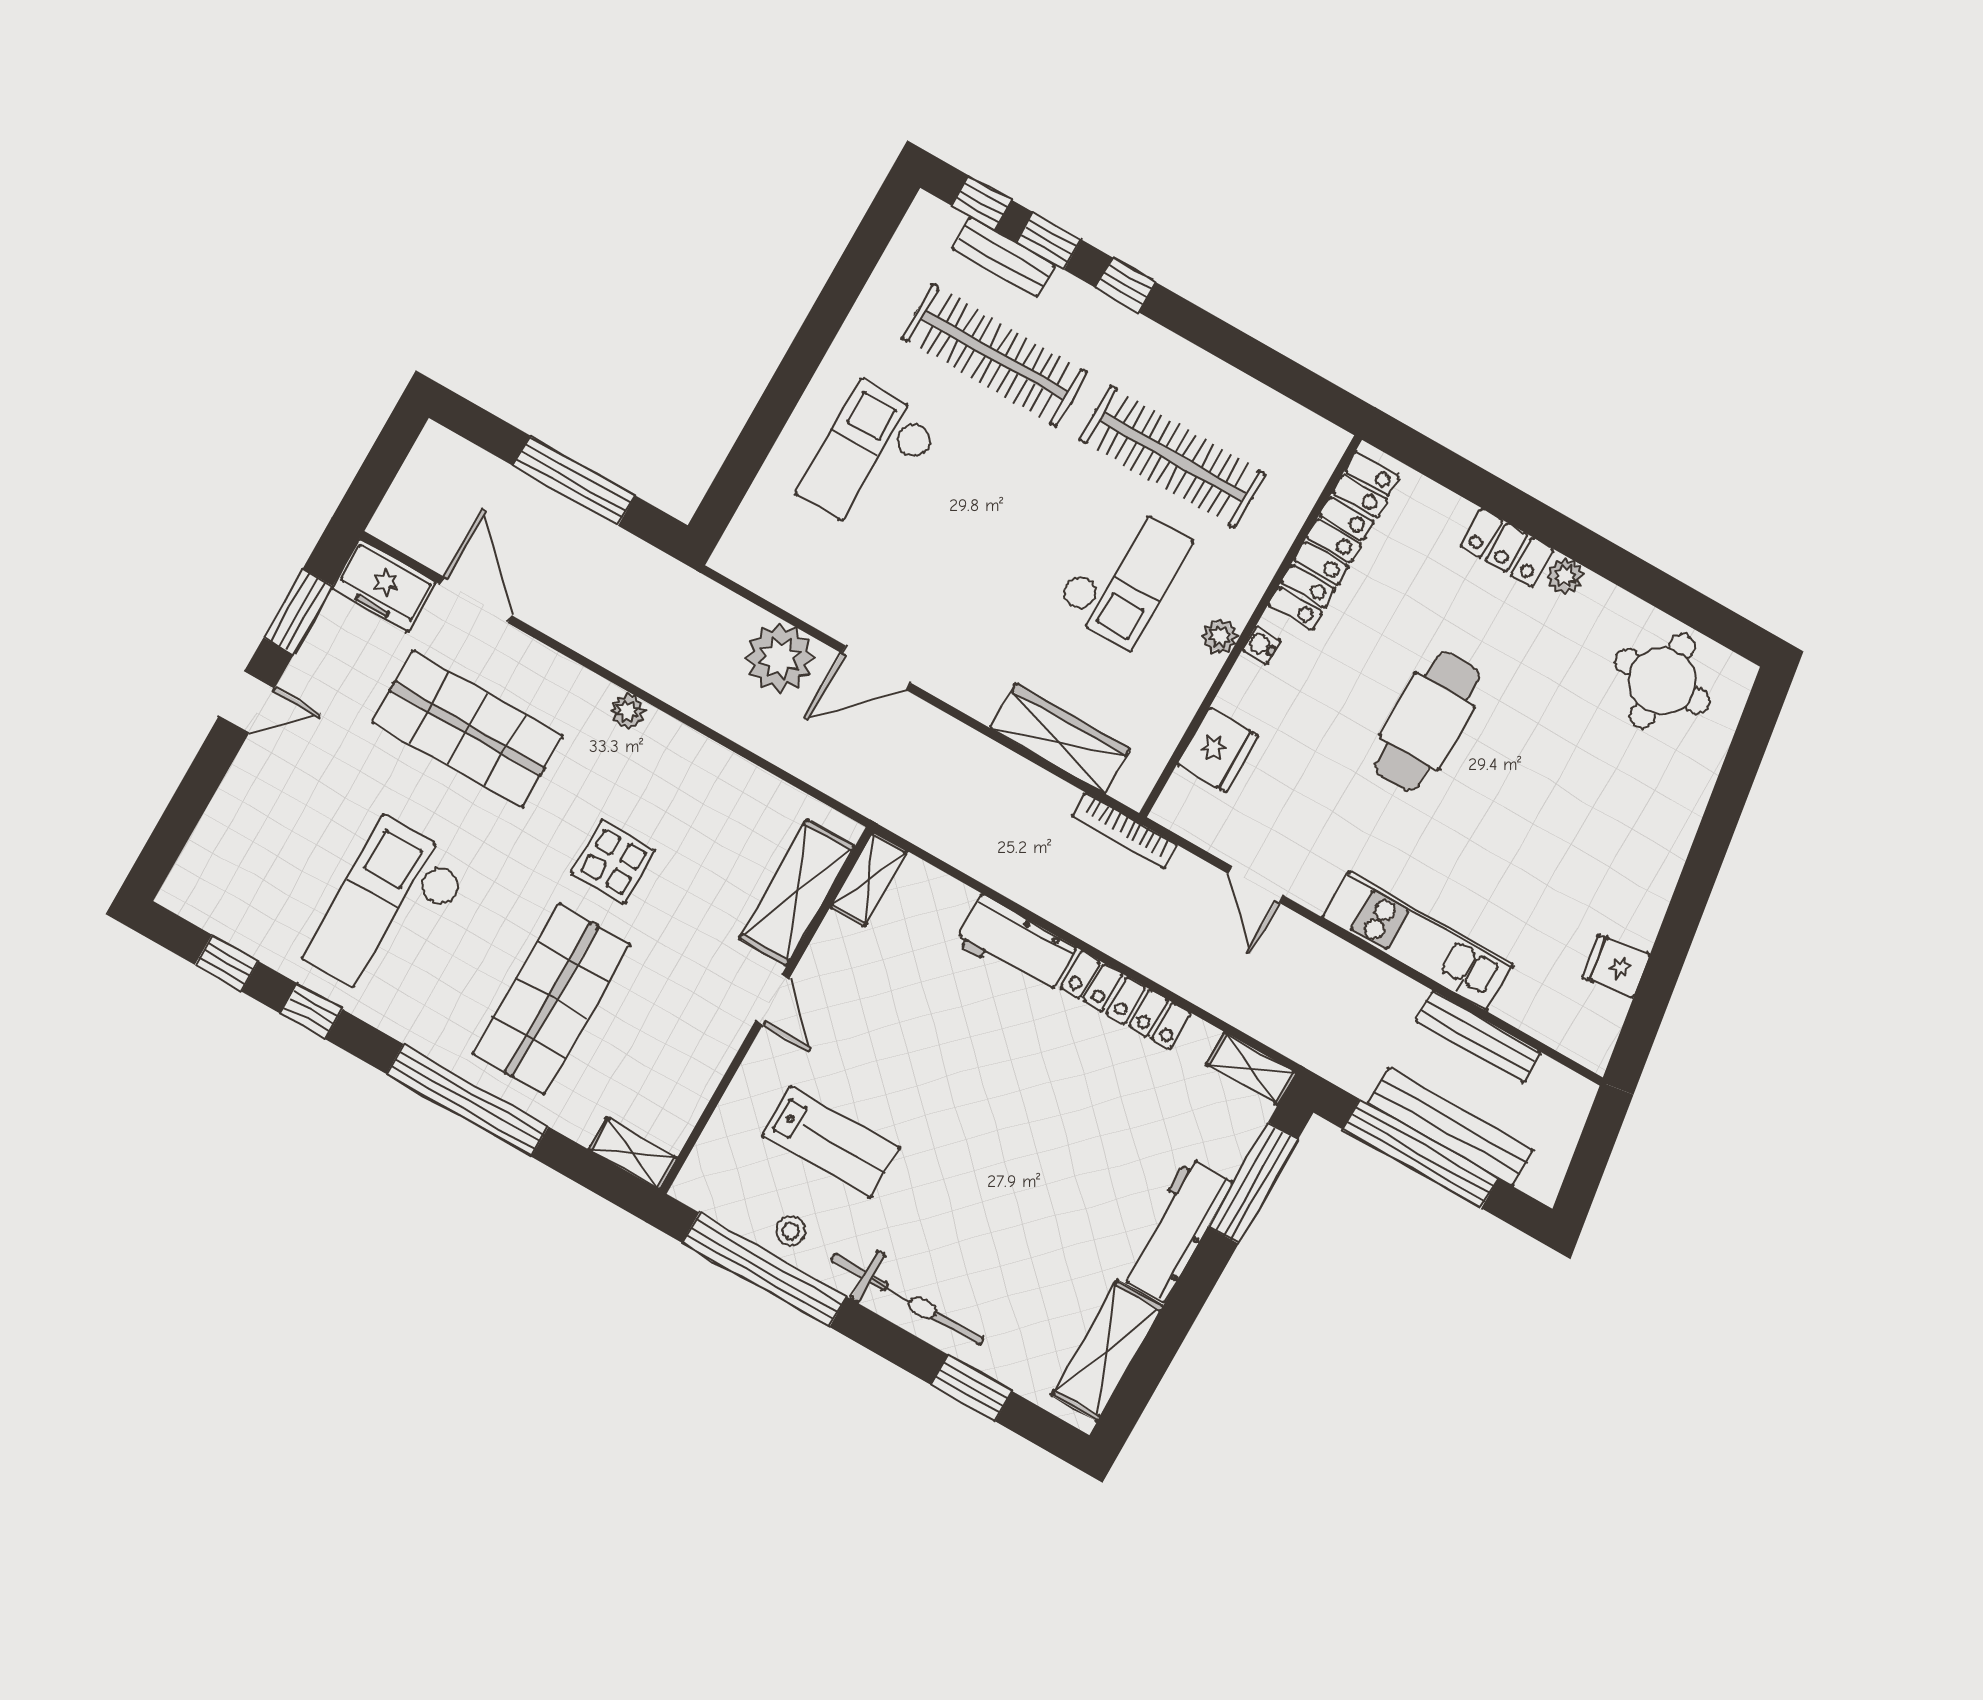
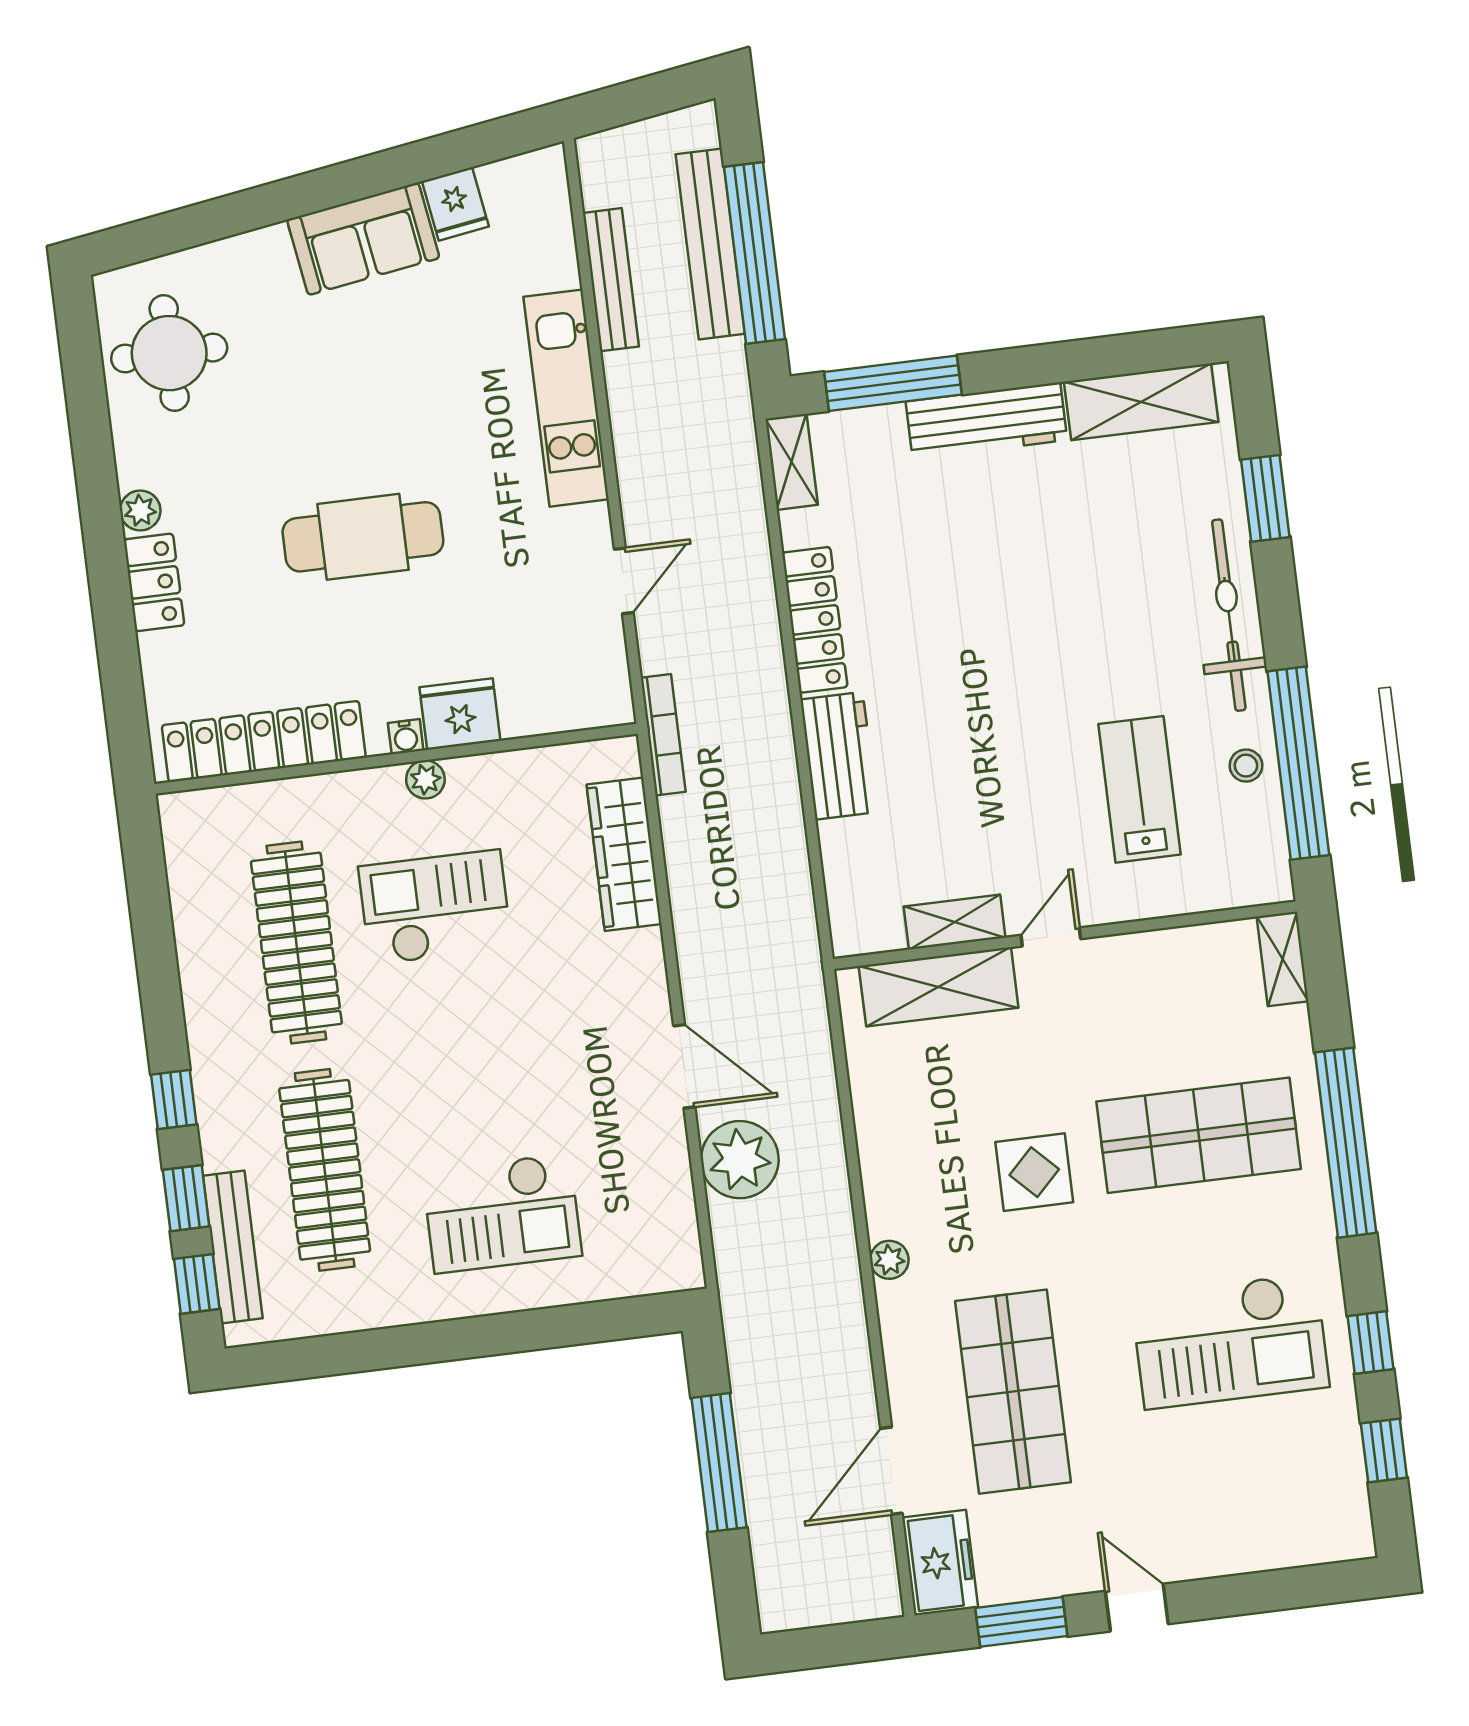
bench: (1004, 257) -> (233, 1247), width x1.36
fridge: (1218, 750) -> (460, 714), moved
shelving: (869, 879) -> (955, 922), moved
sofa: (1640, 881) -> (363, 239), added

